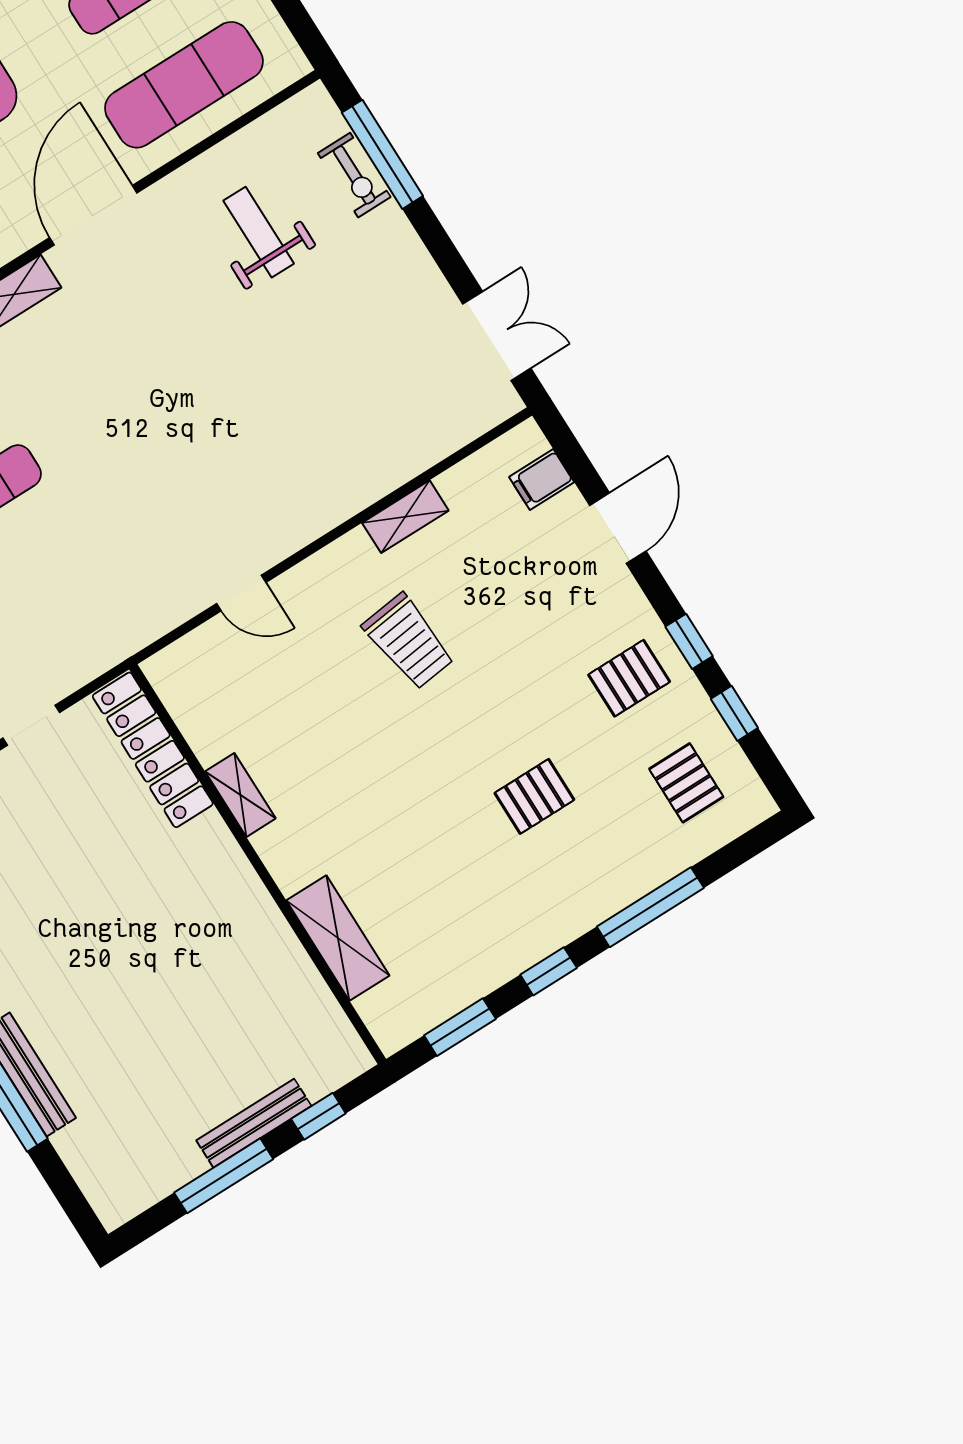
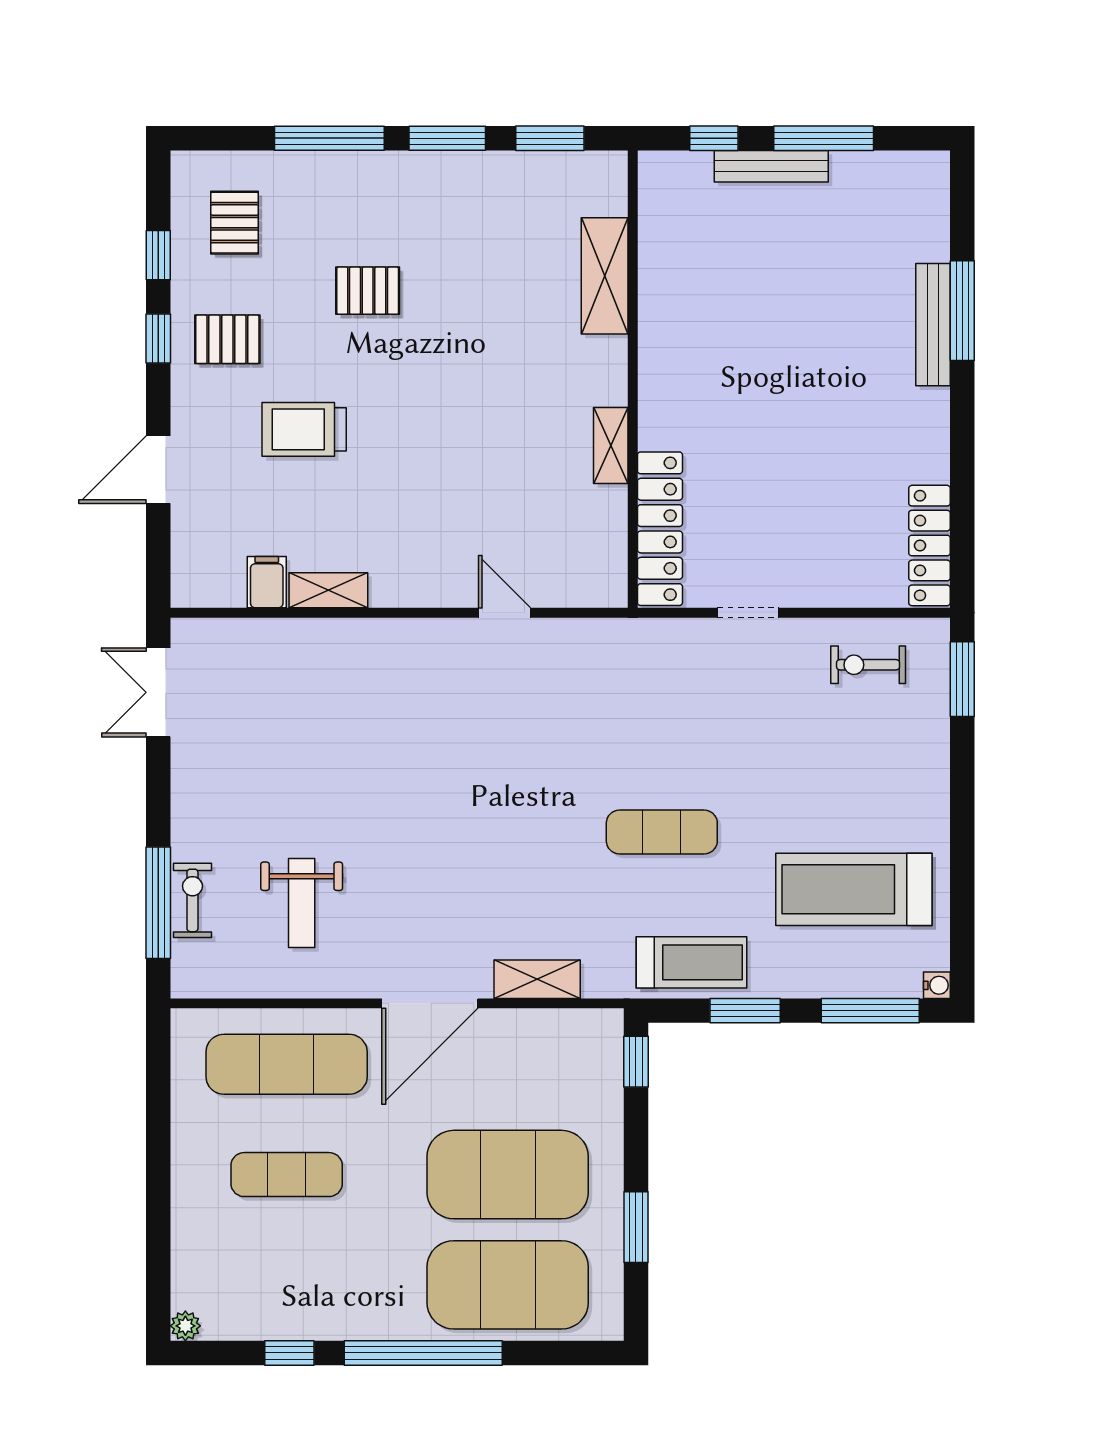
filing cabinet: (542, 480) -> (267, 582), moved, turned -90
trolley: (409, 642) -> (304, 429), moved, turned -83
window: (549, 971) -> (447, 138), width x1.50

